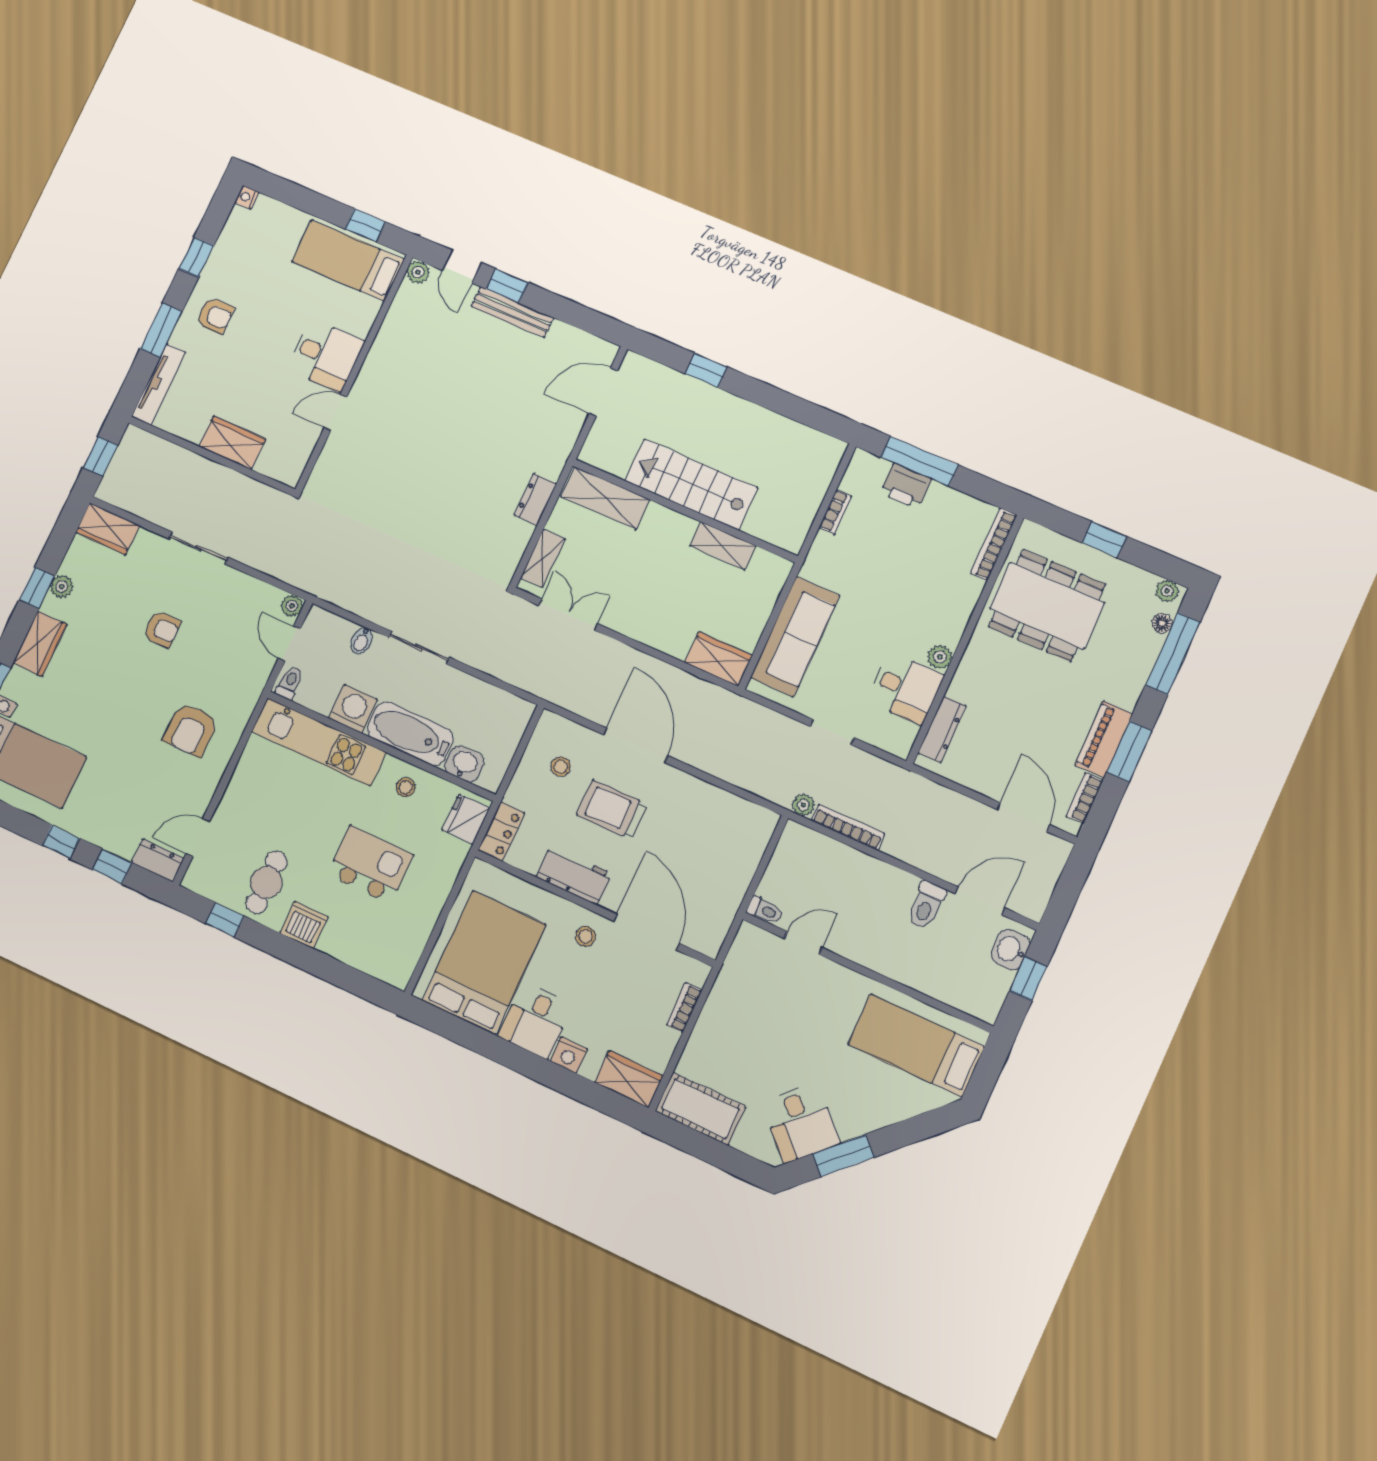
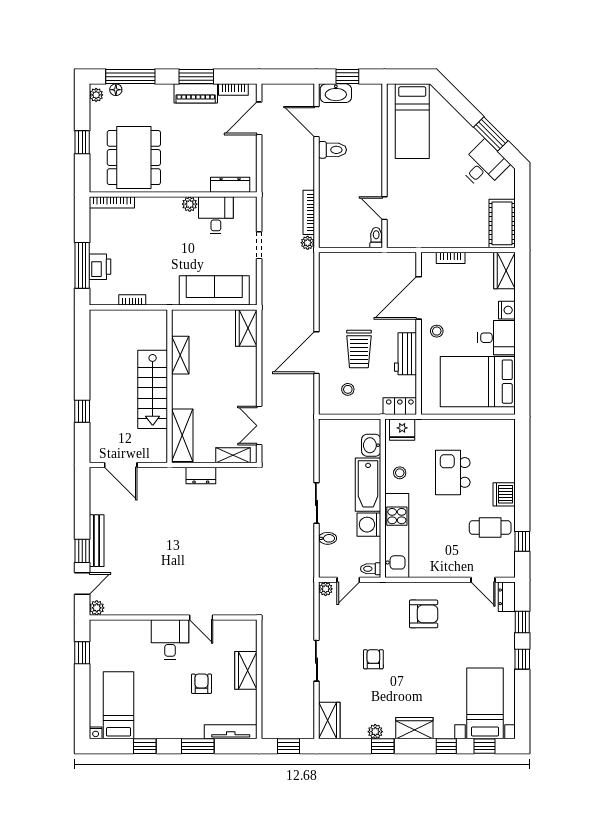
bed: (348, 260) -> (119, 705), moved, turned 180
armchair: (215, 316) -> (201, 684), moved
washbasin: (1011, 949) -> (336, 93), width x1.38

